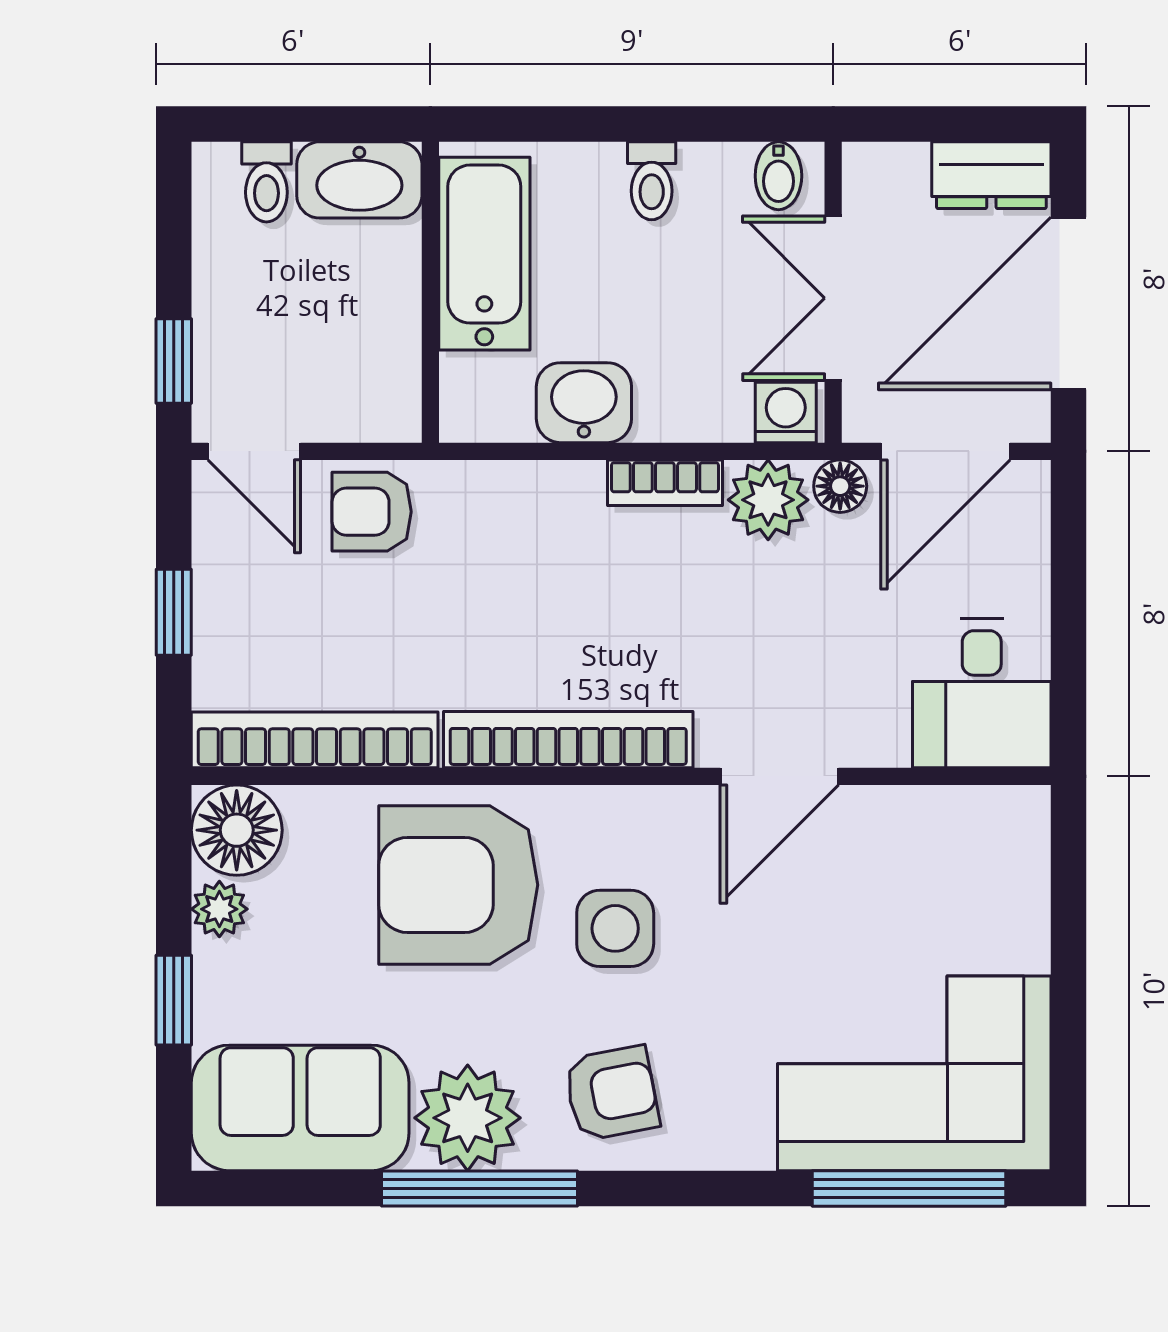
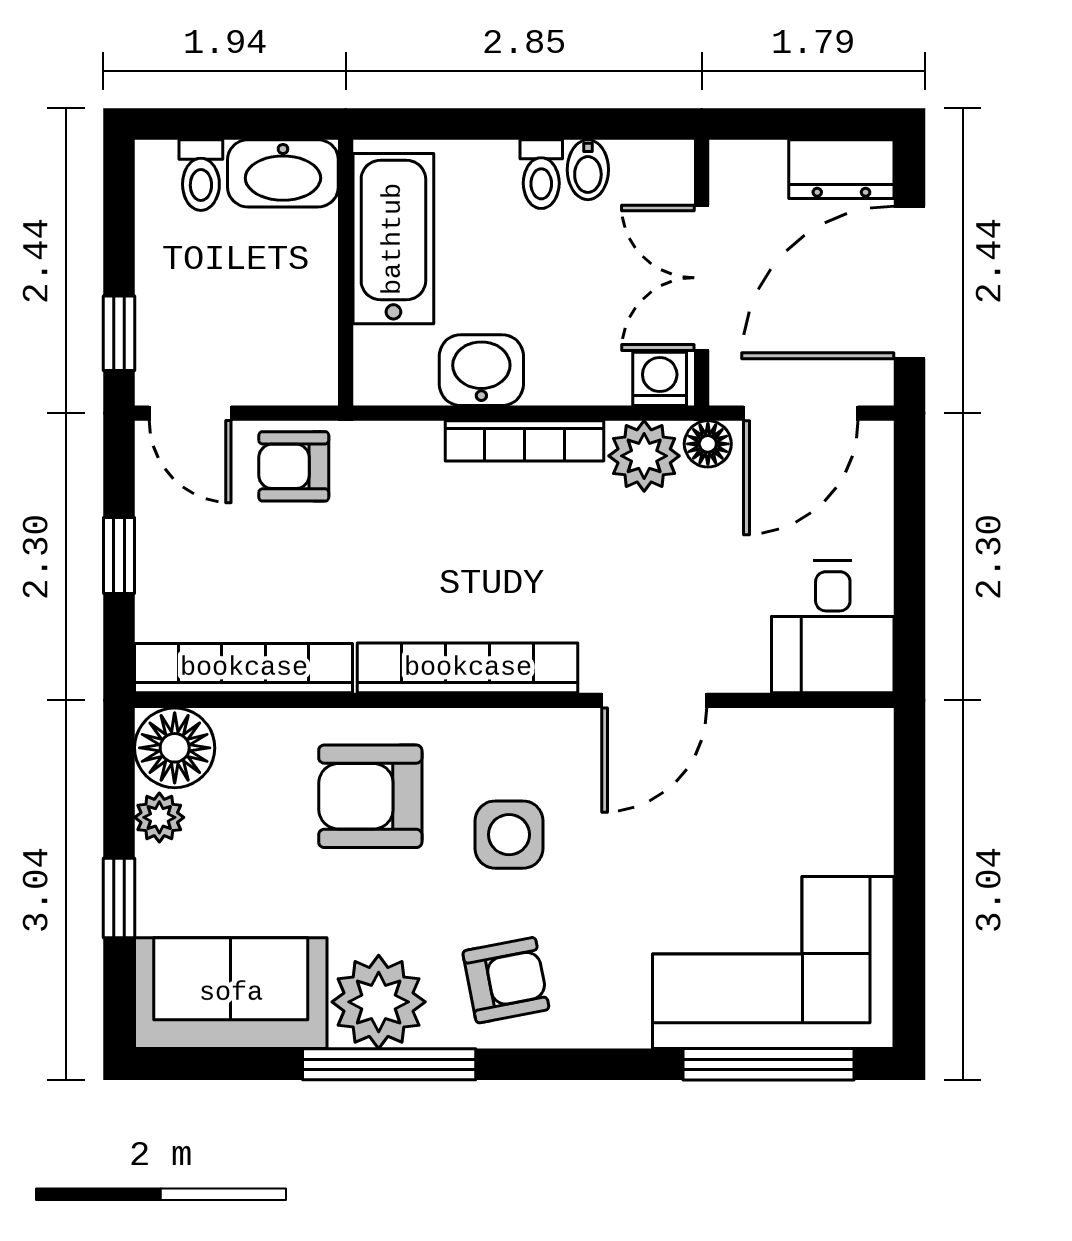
bidet: (778, 176) -> (588, 170), moved
bookcase: (665, 483) -> (524, 441), width x1.56
armchair: (458, 885) -> (370, 796), width x0.73, depth x0.73

